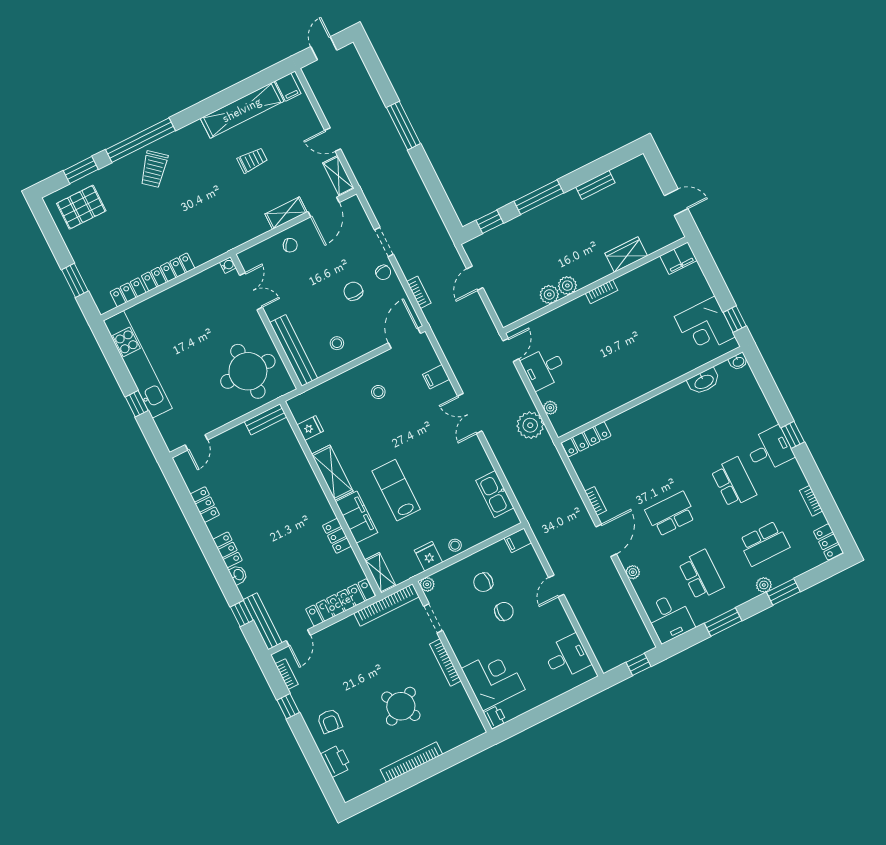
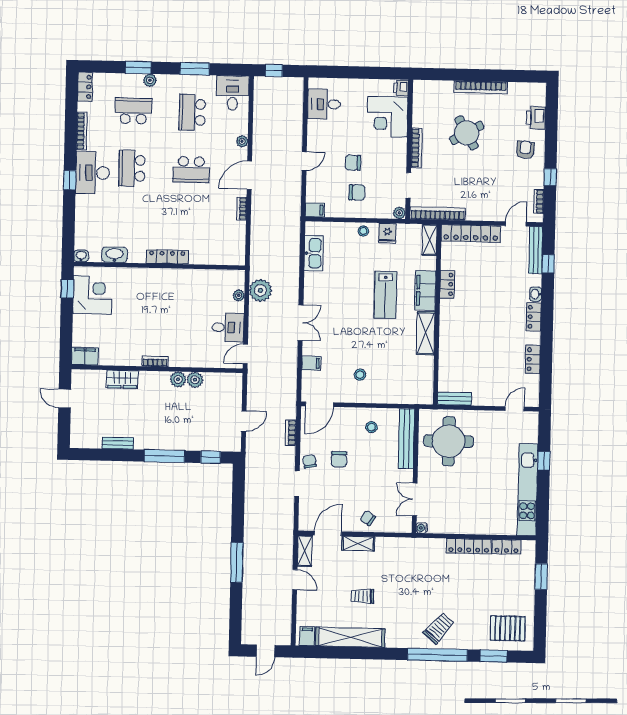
fridge: (310, 428) -> (425, 375), removed
locker: (586, 439) -> (167, 257), moved
desk: (770, 449) -> (93, 173), width x1.37
bookcase: (811, 501) -> (82, 131), width x1.56

